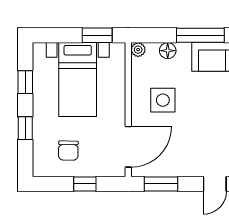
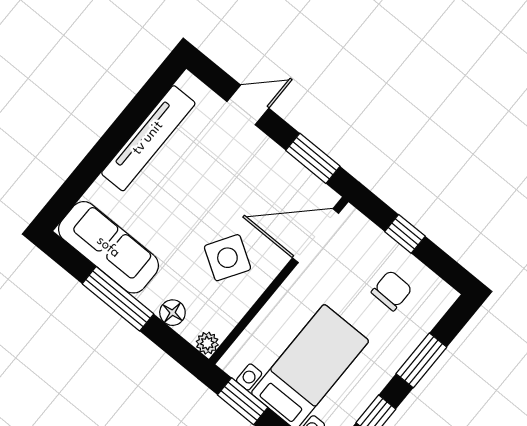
side table: (163, 100) -> (227, 258), turned 32
window: (25, 128) -> (421, 360), width x1.50

